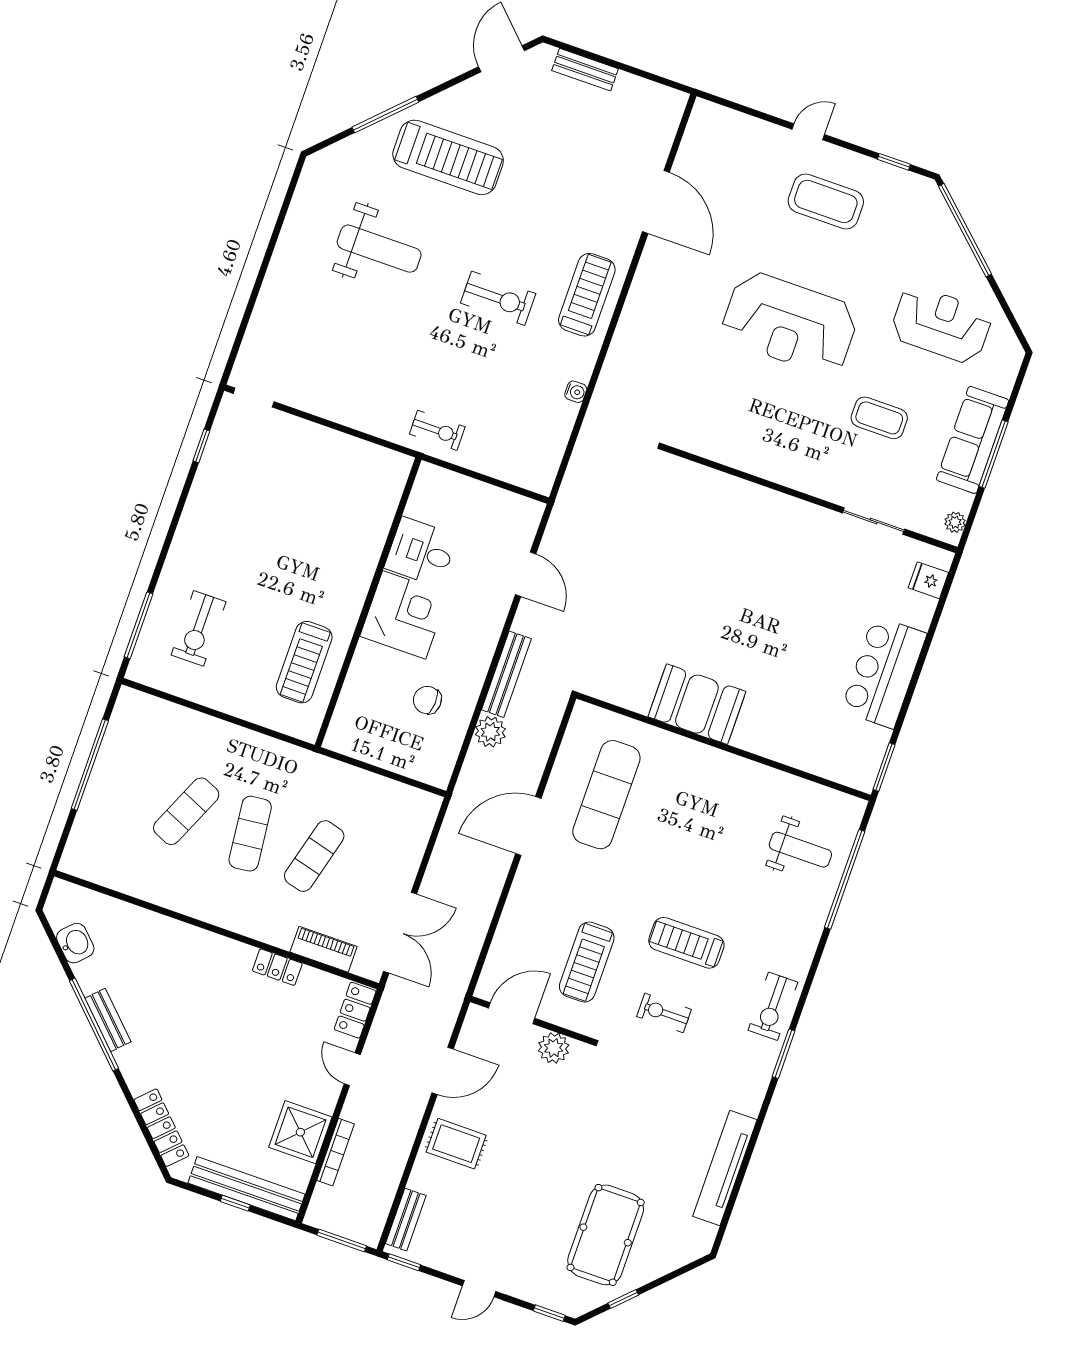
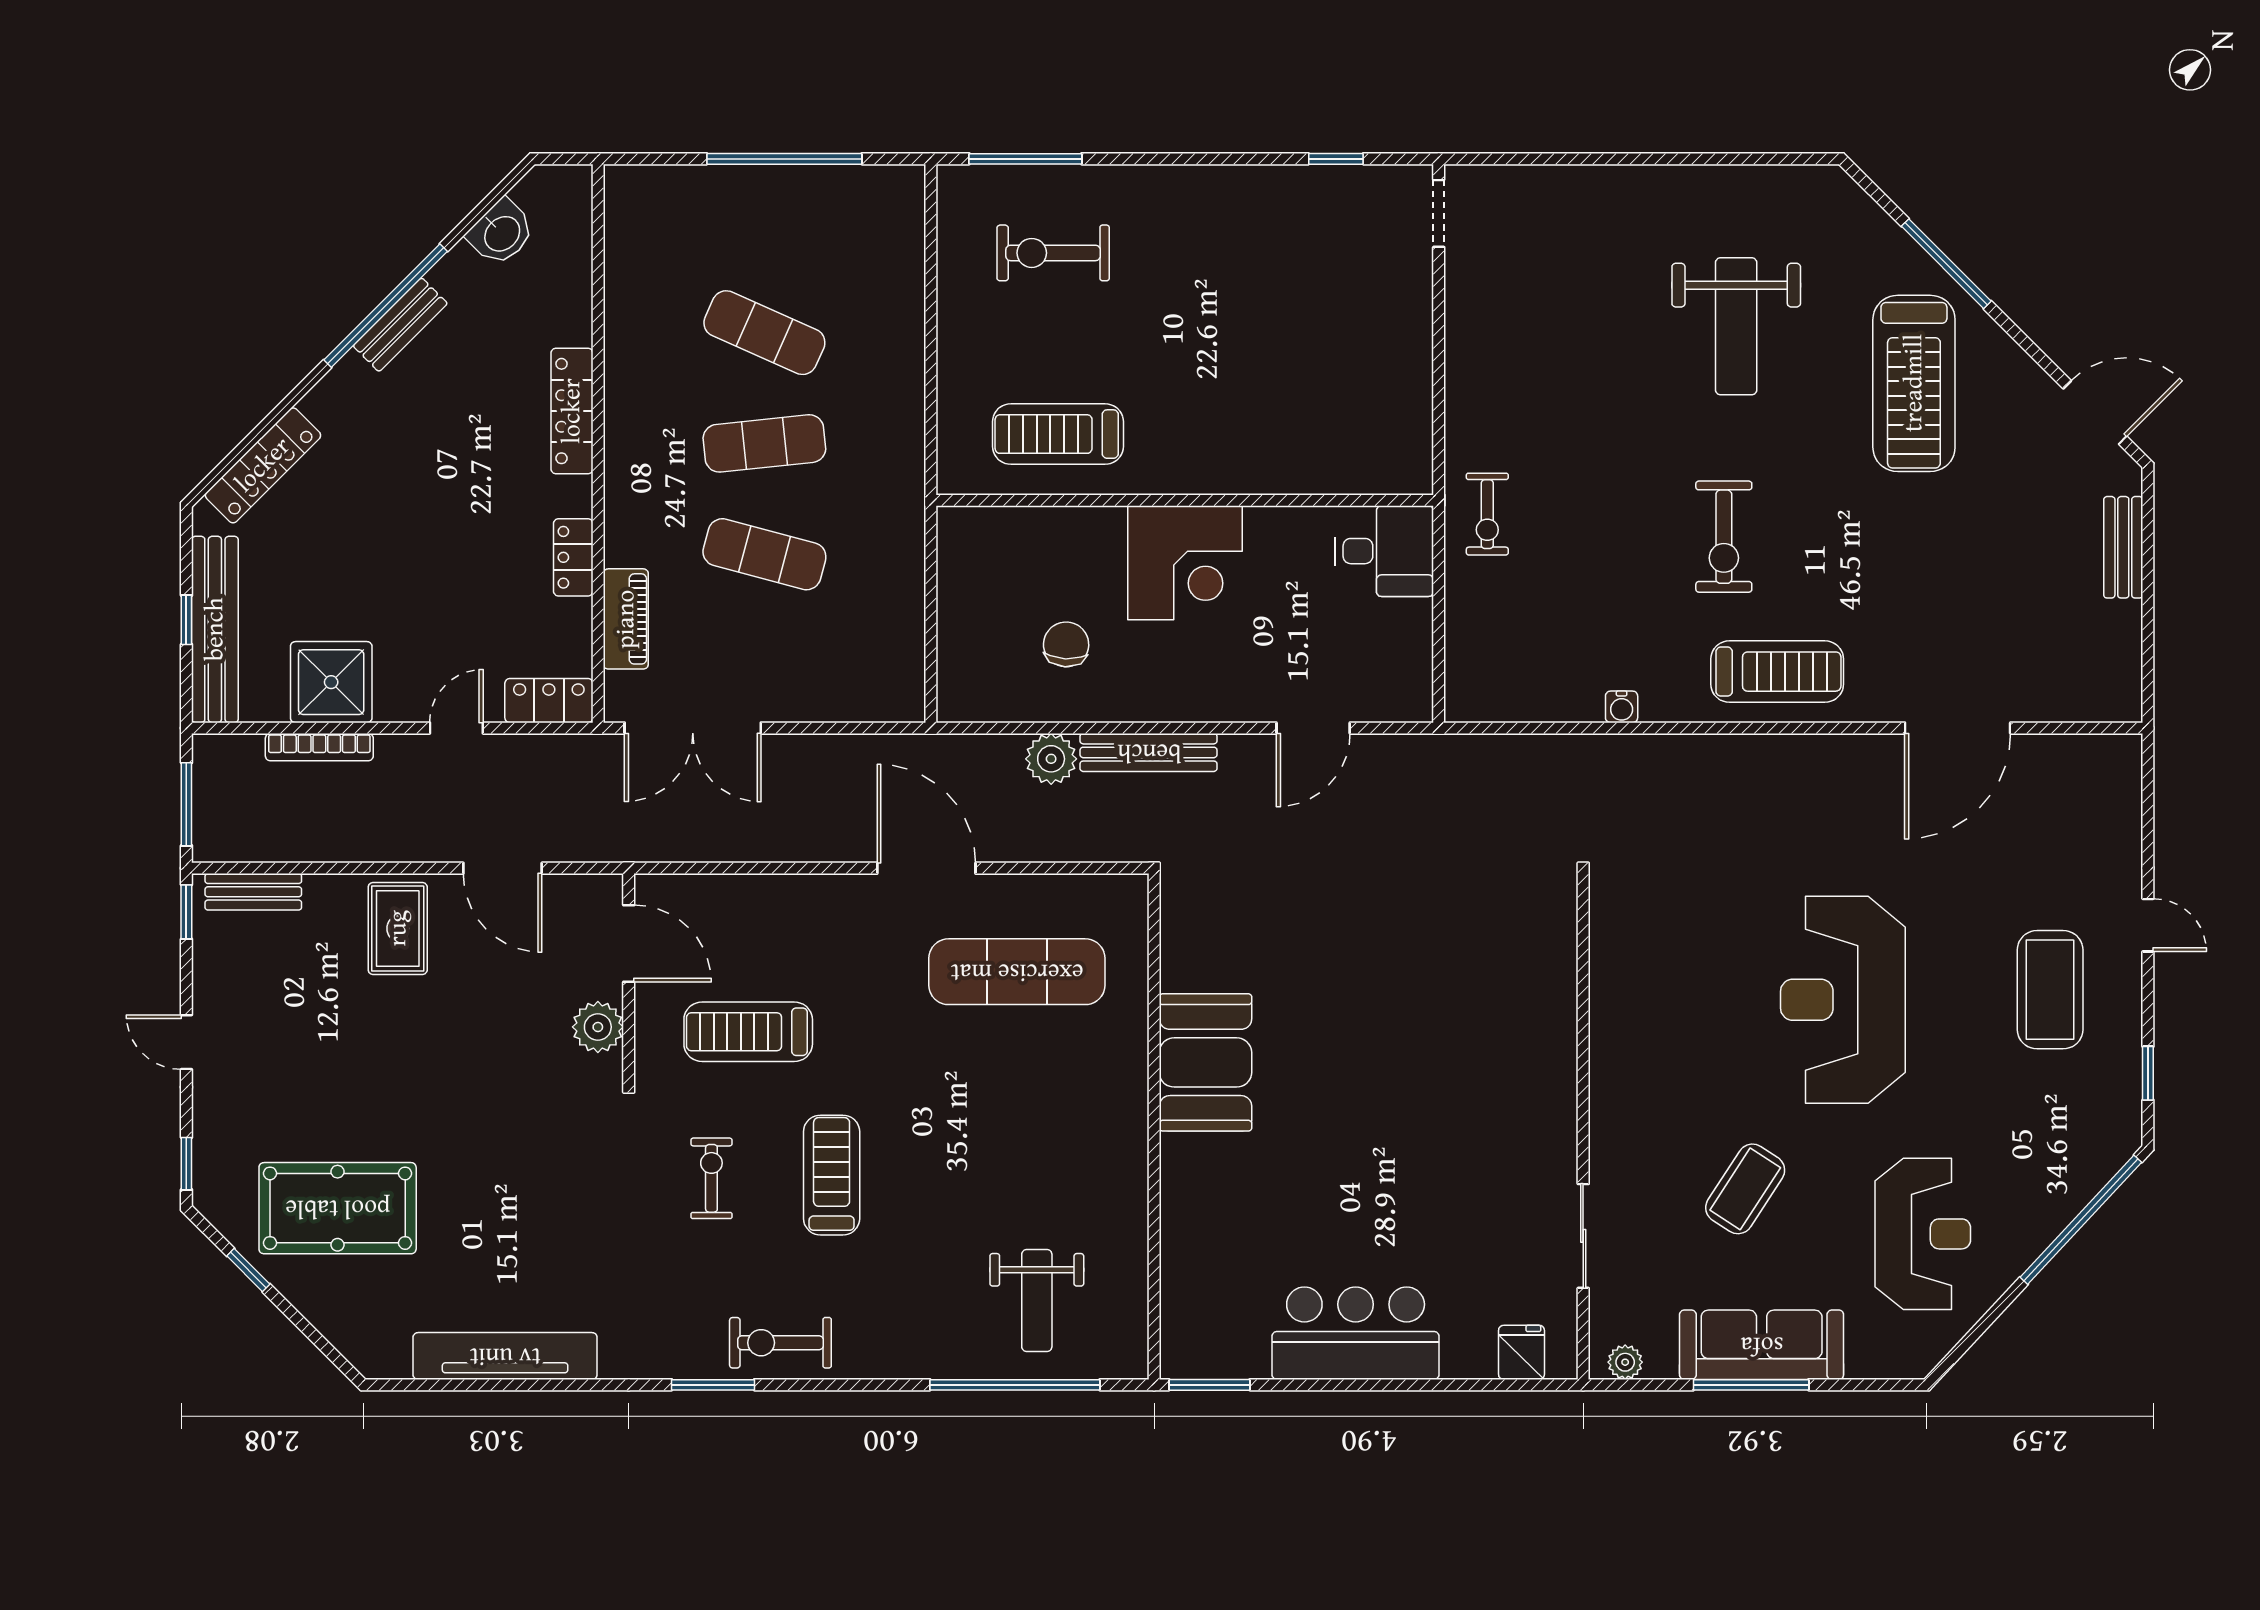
coffee table: (879, 418) -> (1745, 1189), turned 33
desk: (421, 552) -> (1384, 551), moved, turned 90
locker: (193, 938) -> (572, 411), added

